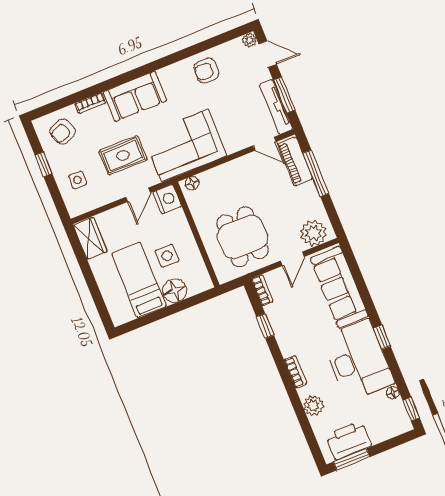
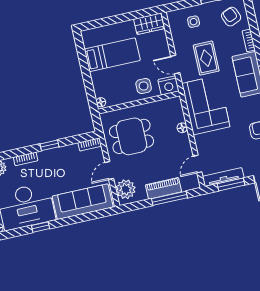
piano: (295, 161) -> (164, 188), moved
floor lamp: (192, 183) -> (182, 128), moved
side table: (167, 256) -> (144, 86), moved
door: (292, 259) -> (109, 170), hinge flipped
floor lamp: (174, 291) -> (101, 102), moved, width x0.53, depth x0.53
window: (265, 326) -> (49, 145), moved

